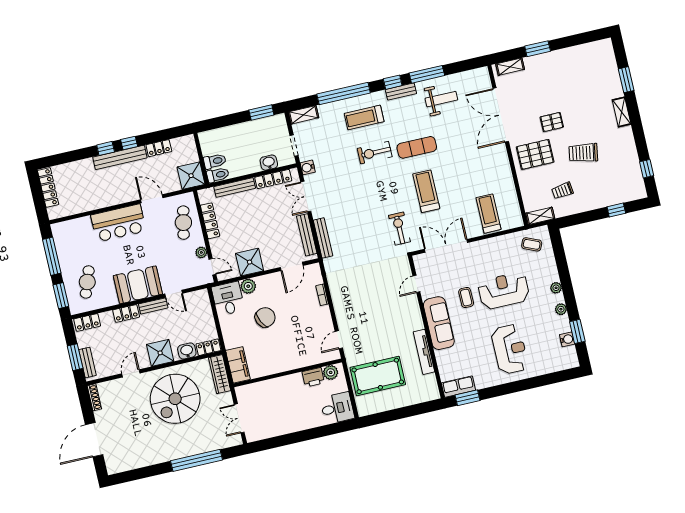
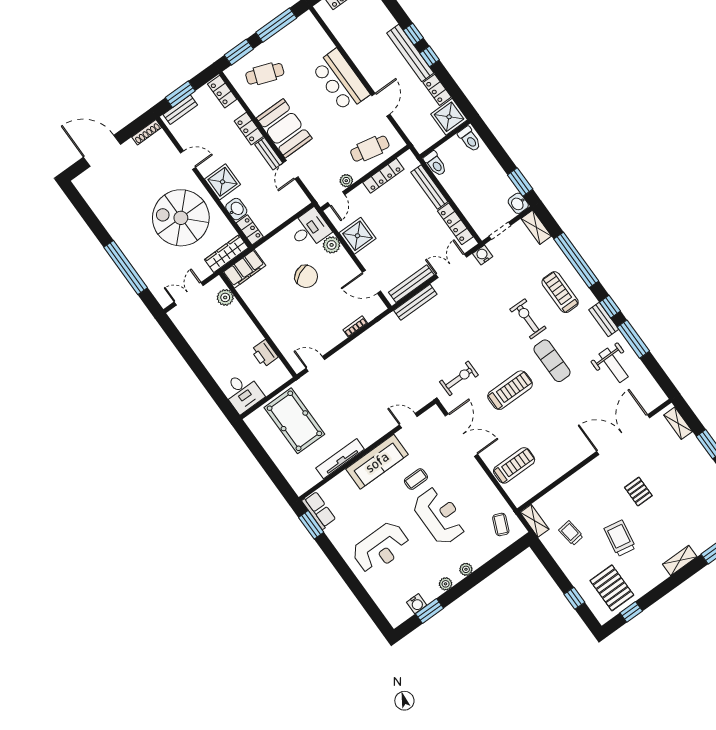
pallet: (535, 154) -> (612, 588), moved
toilet: (215, 161) -> (470, 139), moved
washbasin: (269, 163) -> (518, 203), moved, turned 180
shower: (191, 176) -> (449, 117), moved
plant: (331, 372) -> (225, 297), moved

